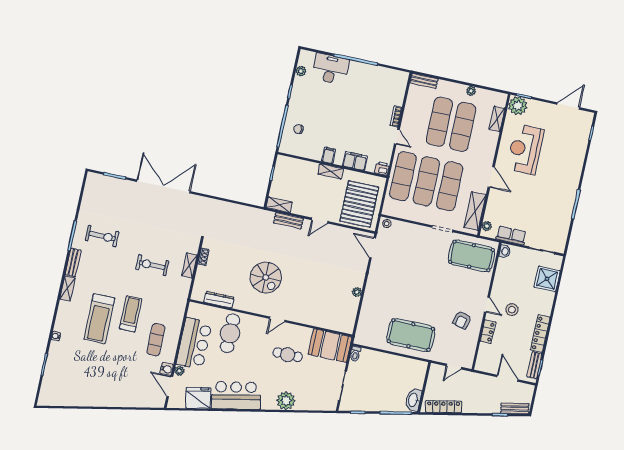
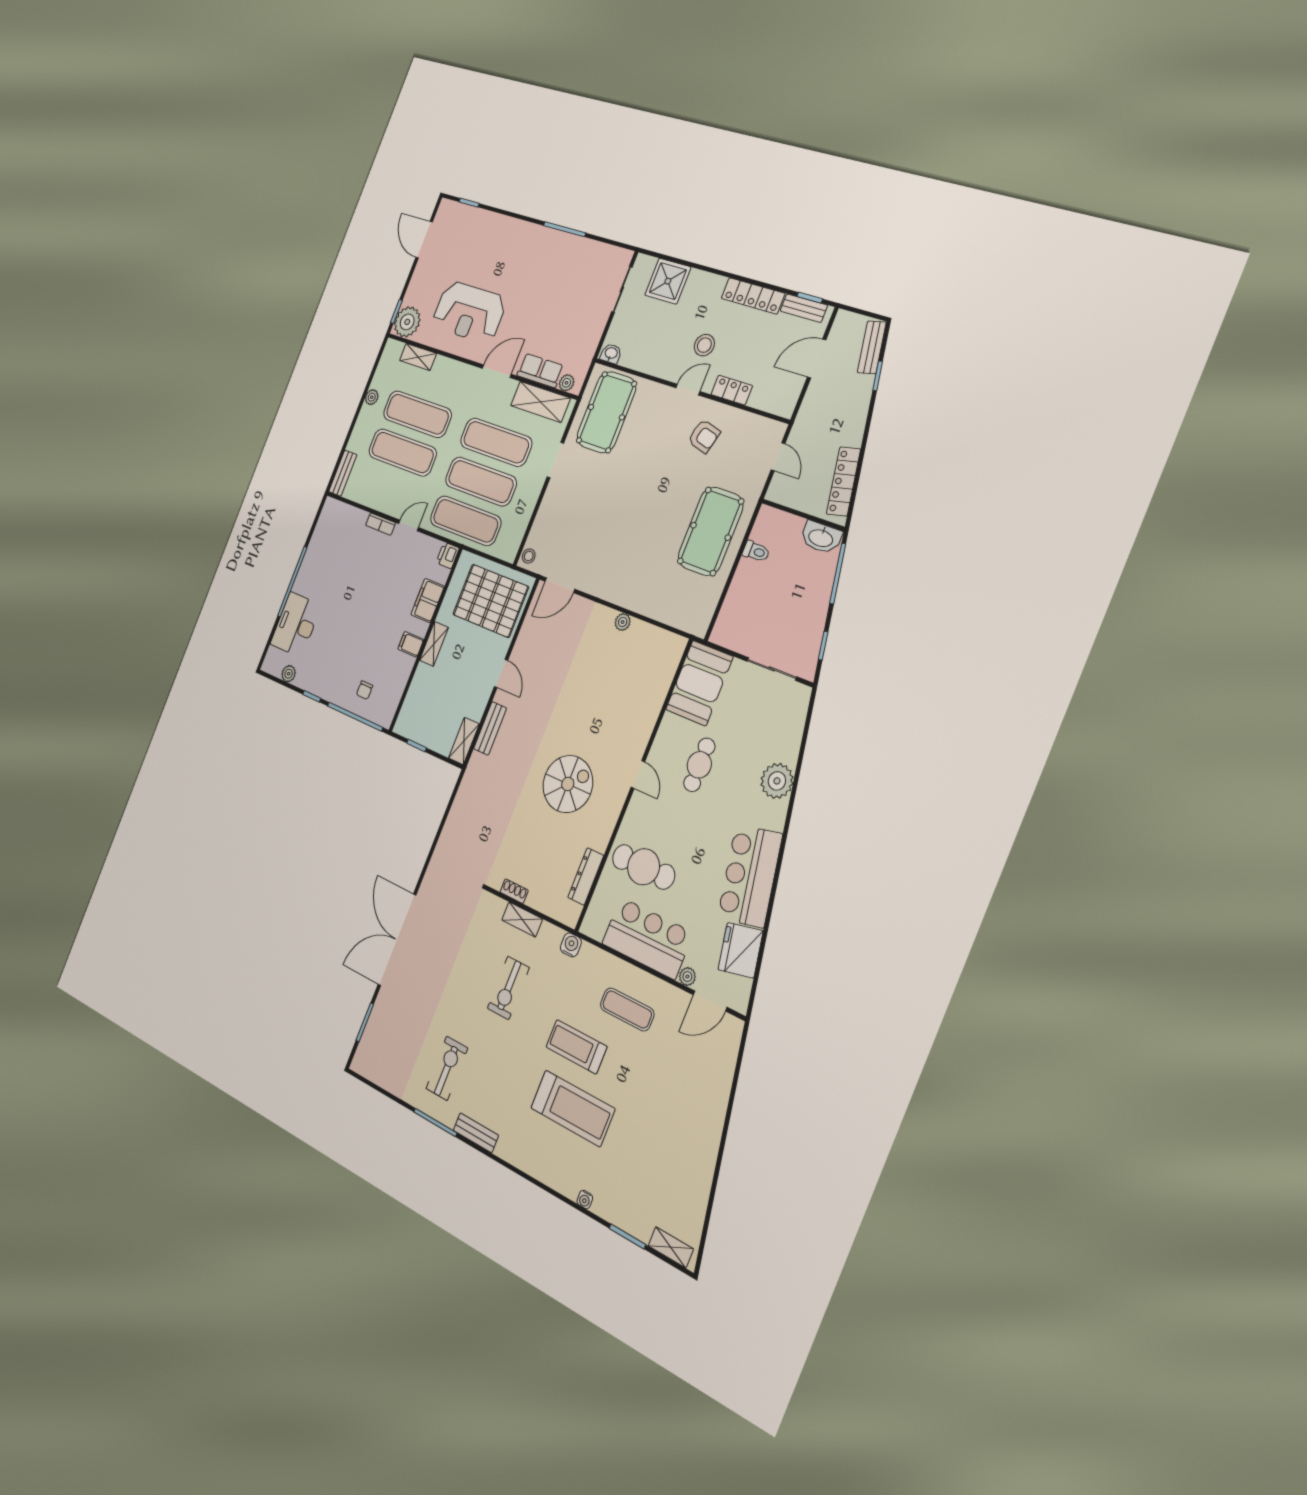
row of seats: (511, 235) -> (540, 371), moved, turned 90
shelving: (68, 288) -> (671, 1247), moved
toilet: (355, 354) -> (756, 551), moved
water cooler: (167, 369) -> (571, 945), moved

